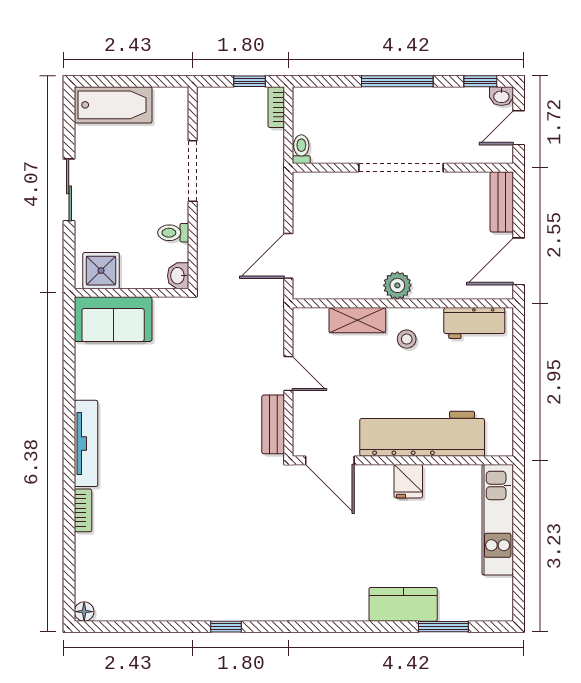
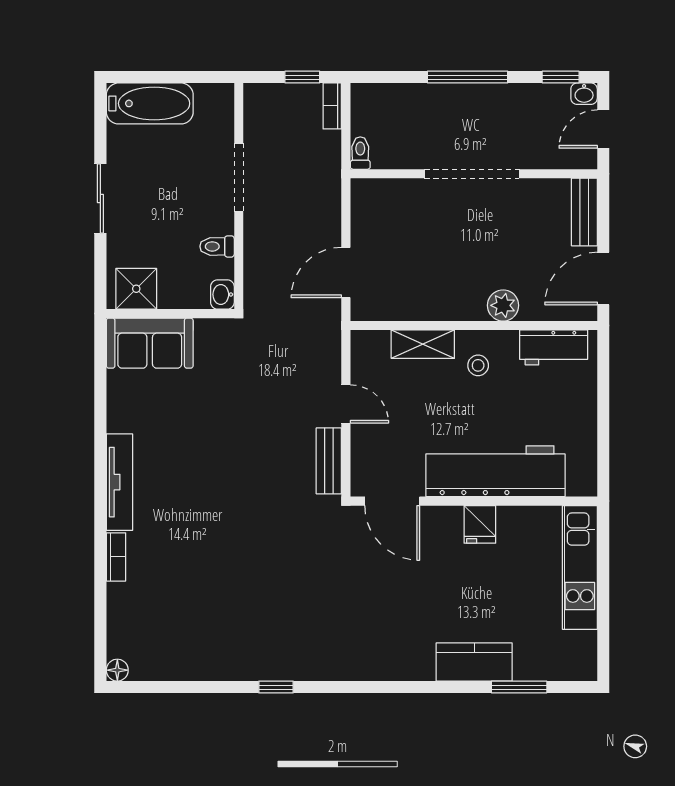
plant: (397, 285) -> (503, 305), moved

